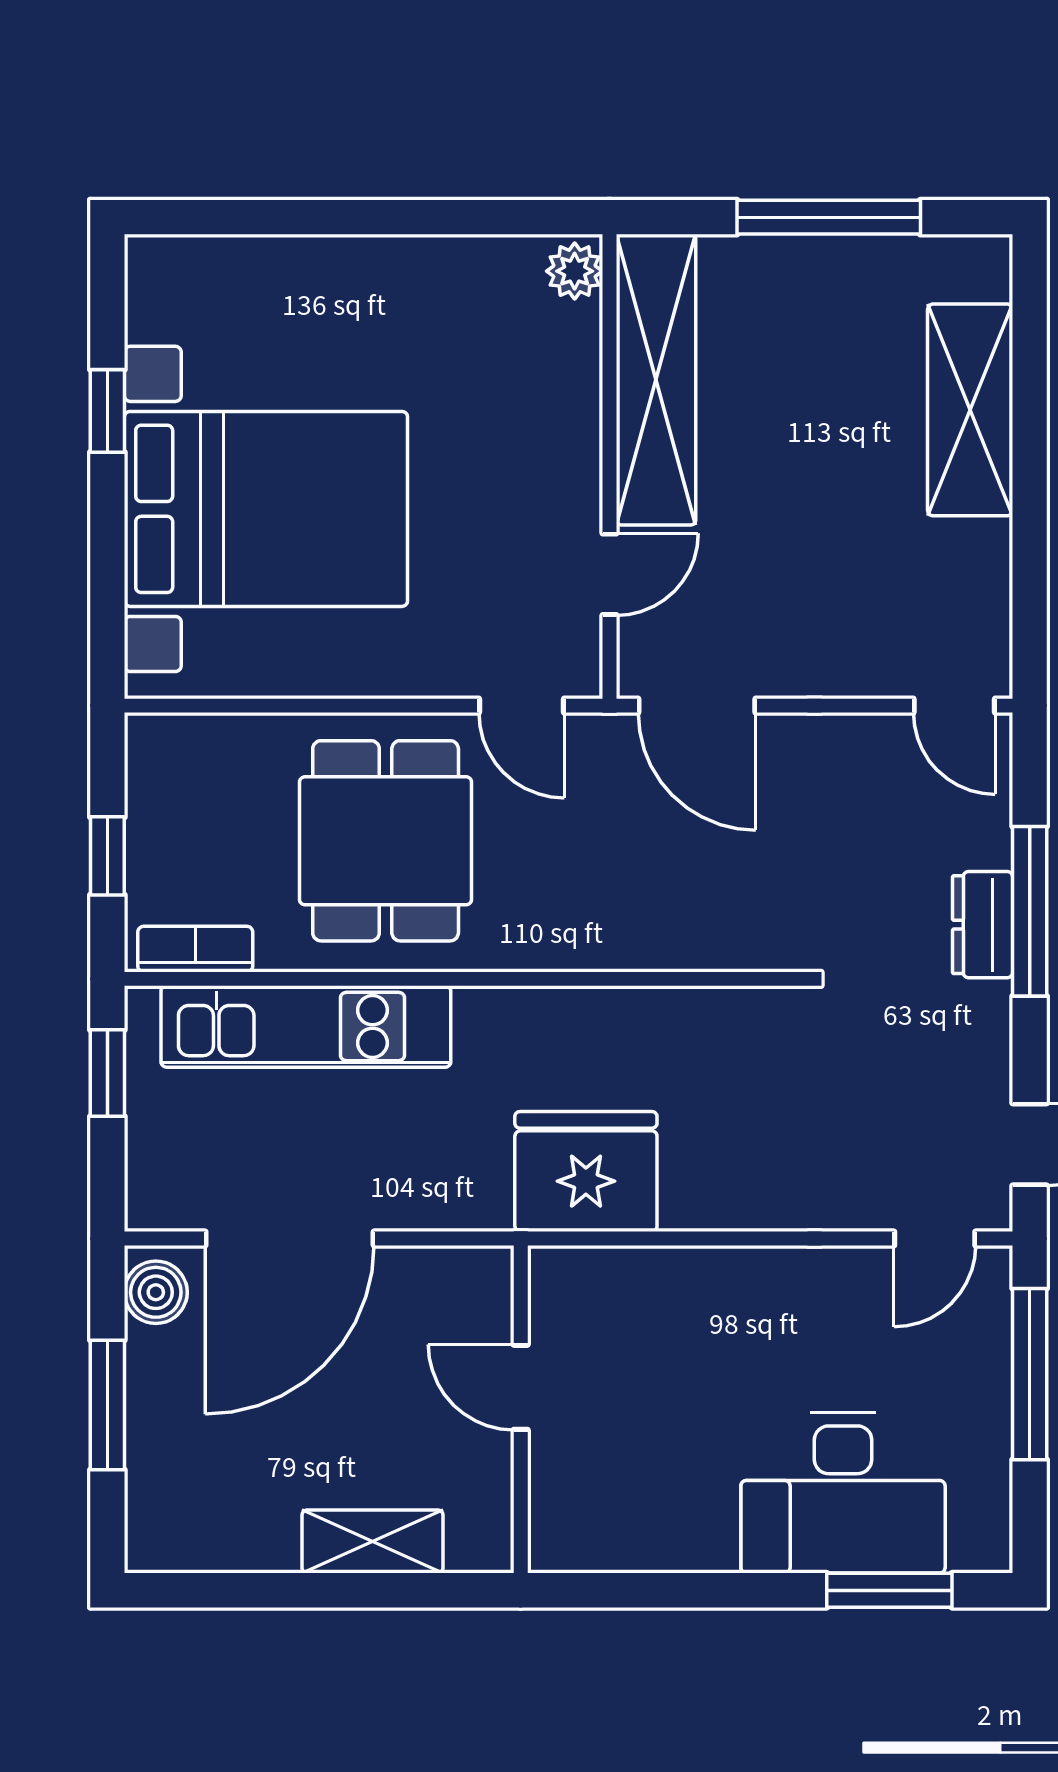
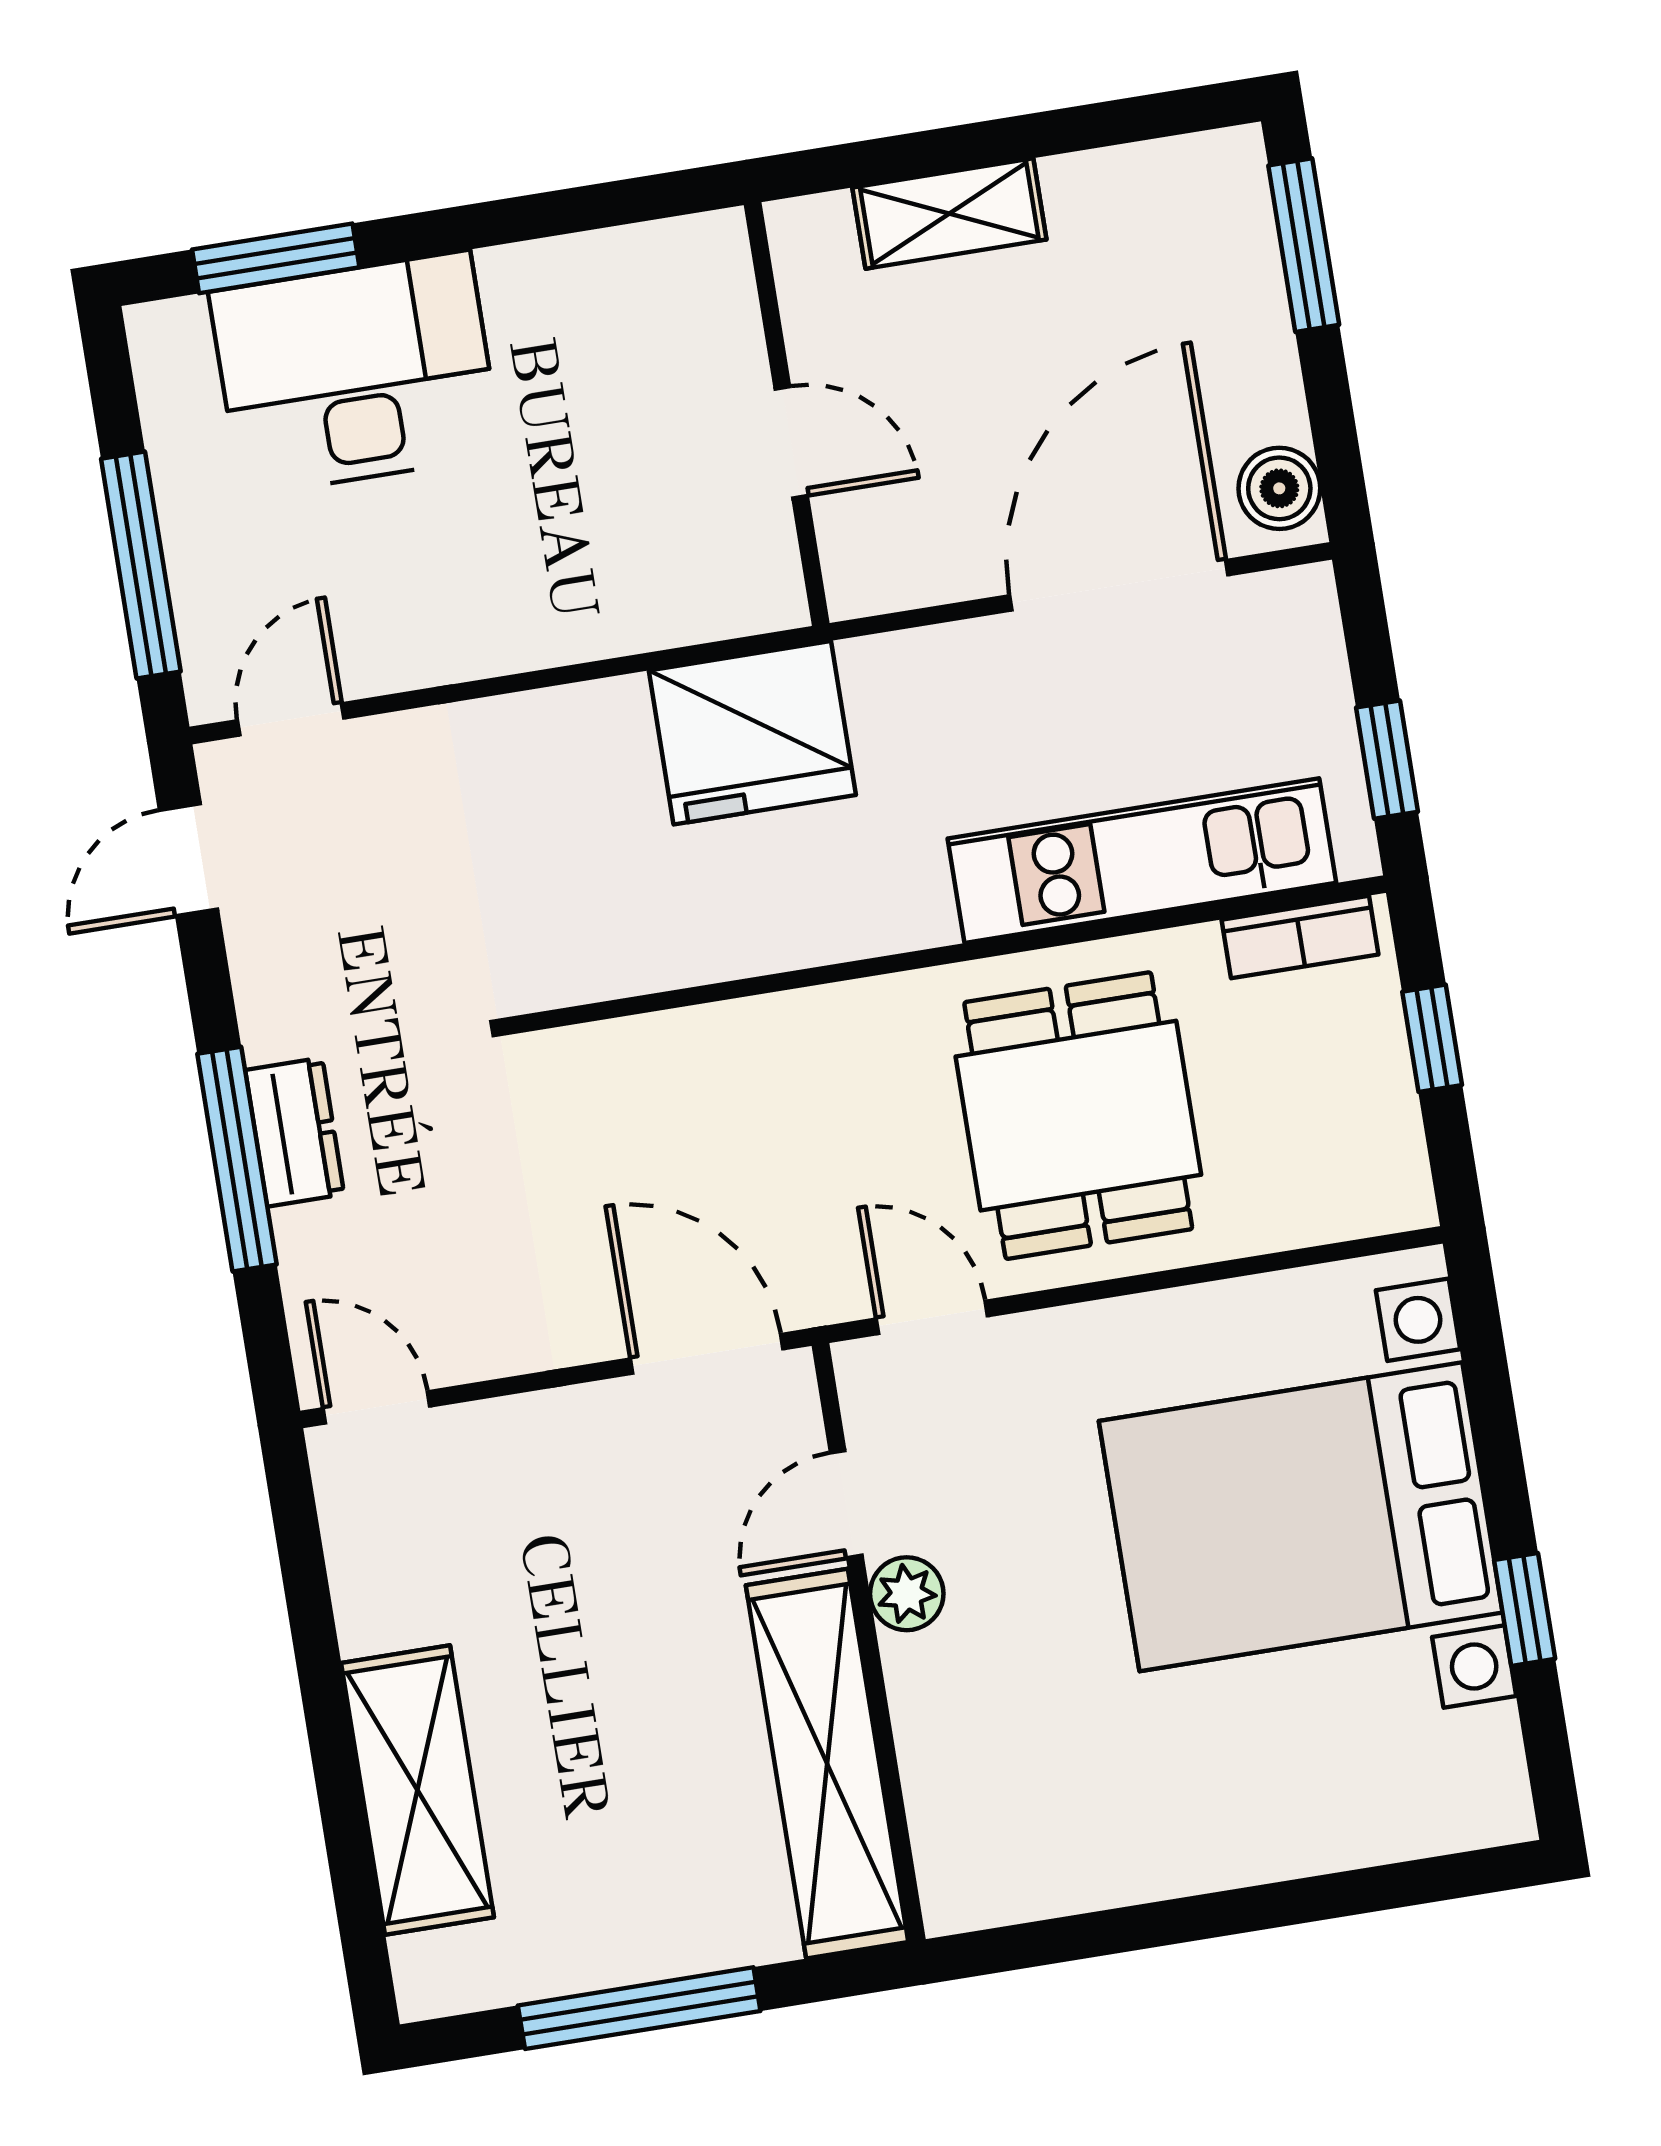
plant: (575, 271) -> (907, 1594), moved
window: (107, 1405) -> (1304, 245), moved

